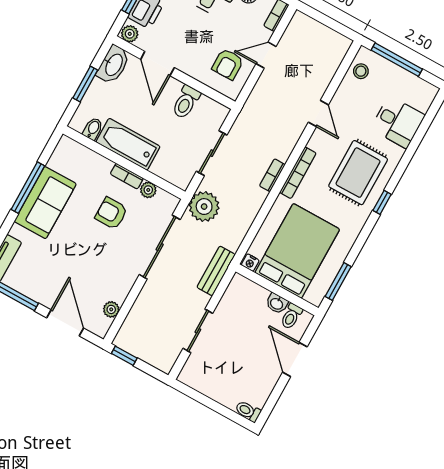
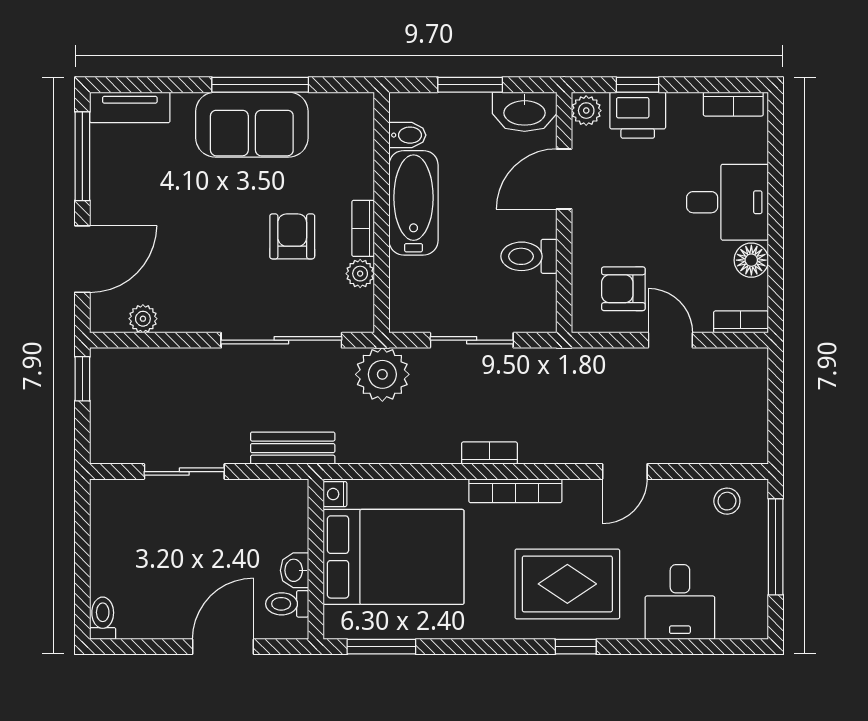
window: (382, 202) -> (576, 647), moved

